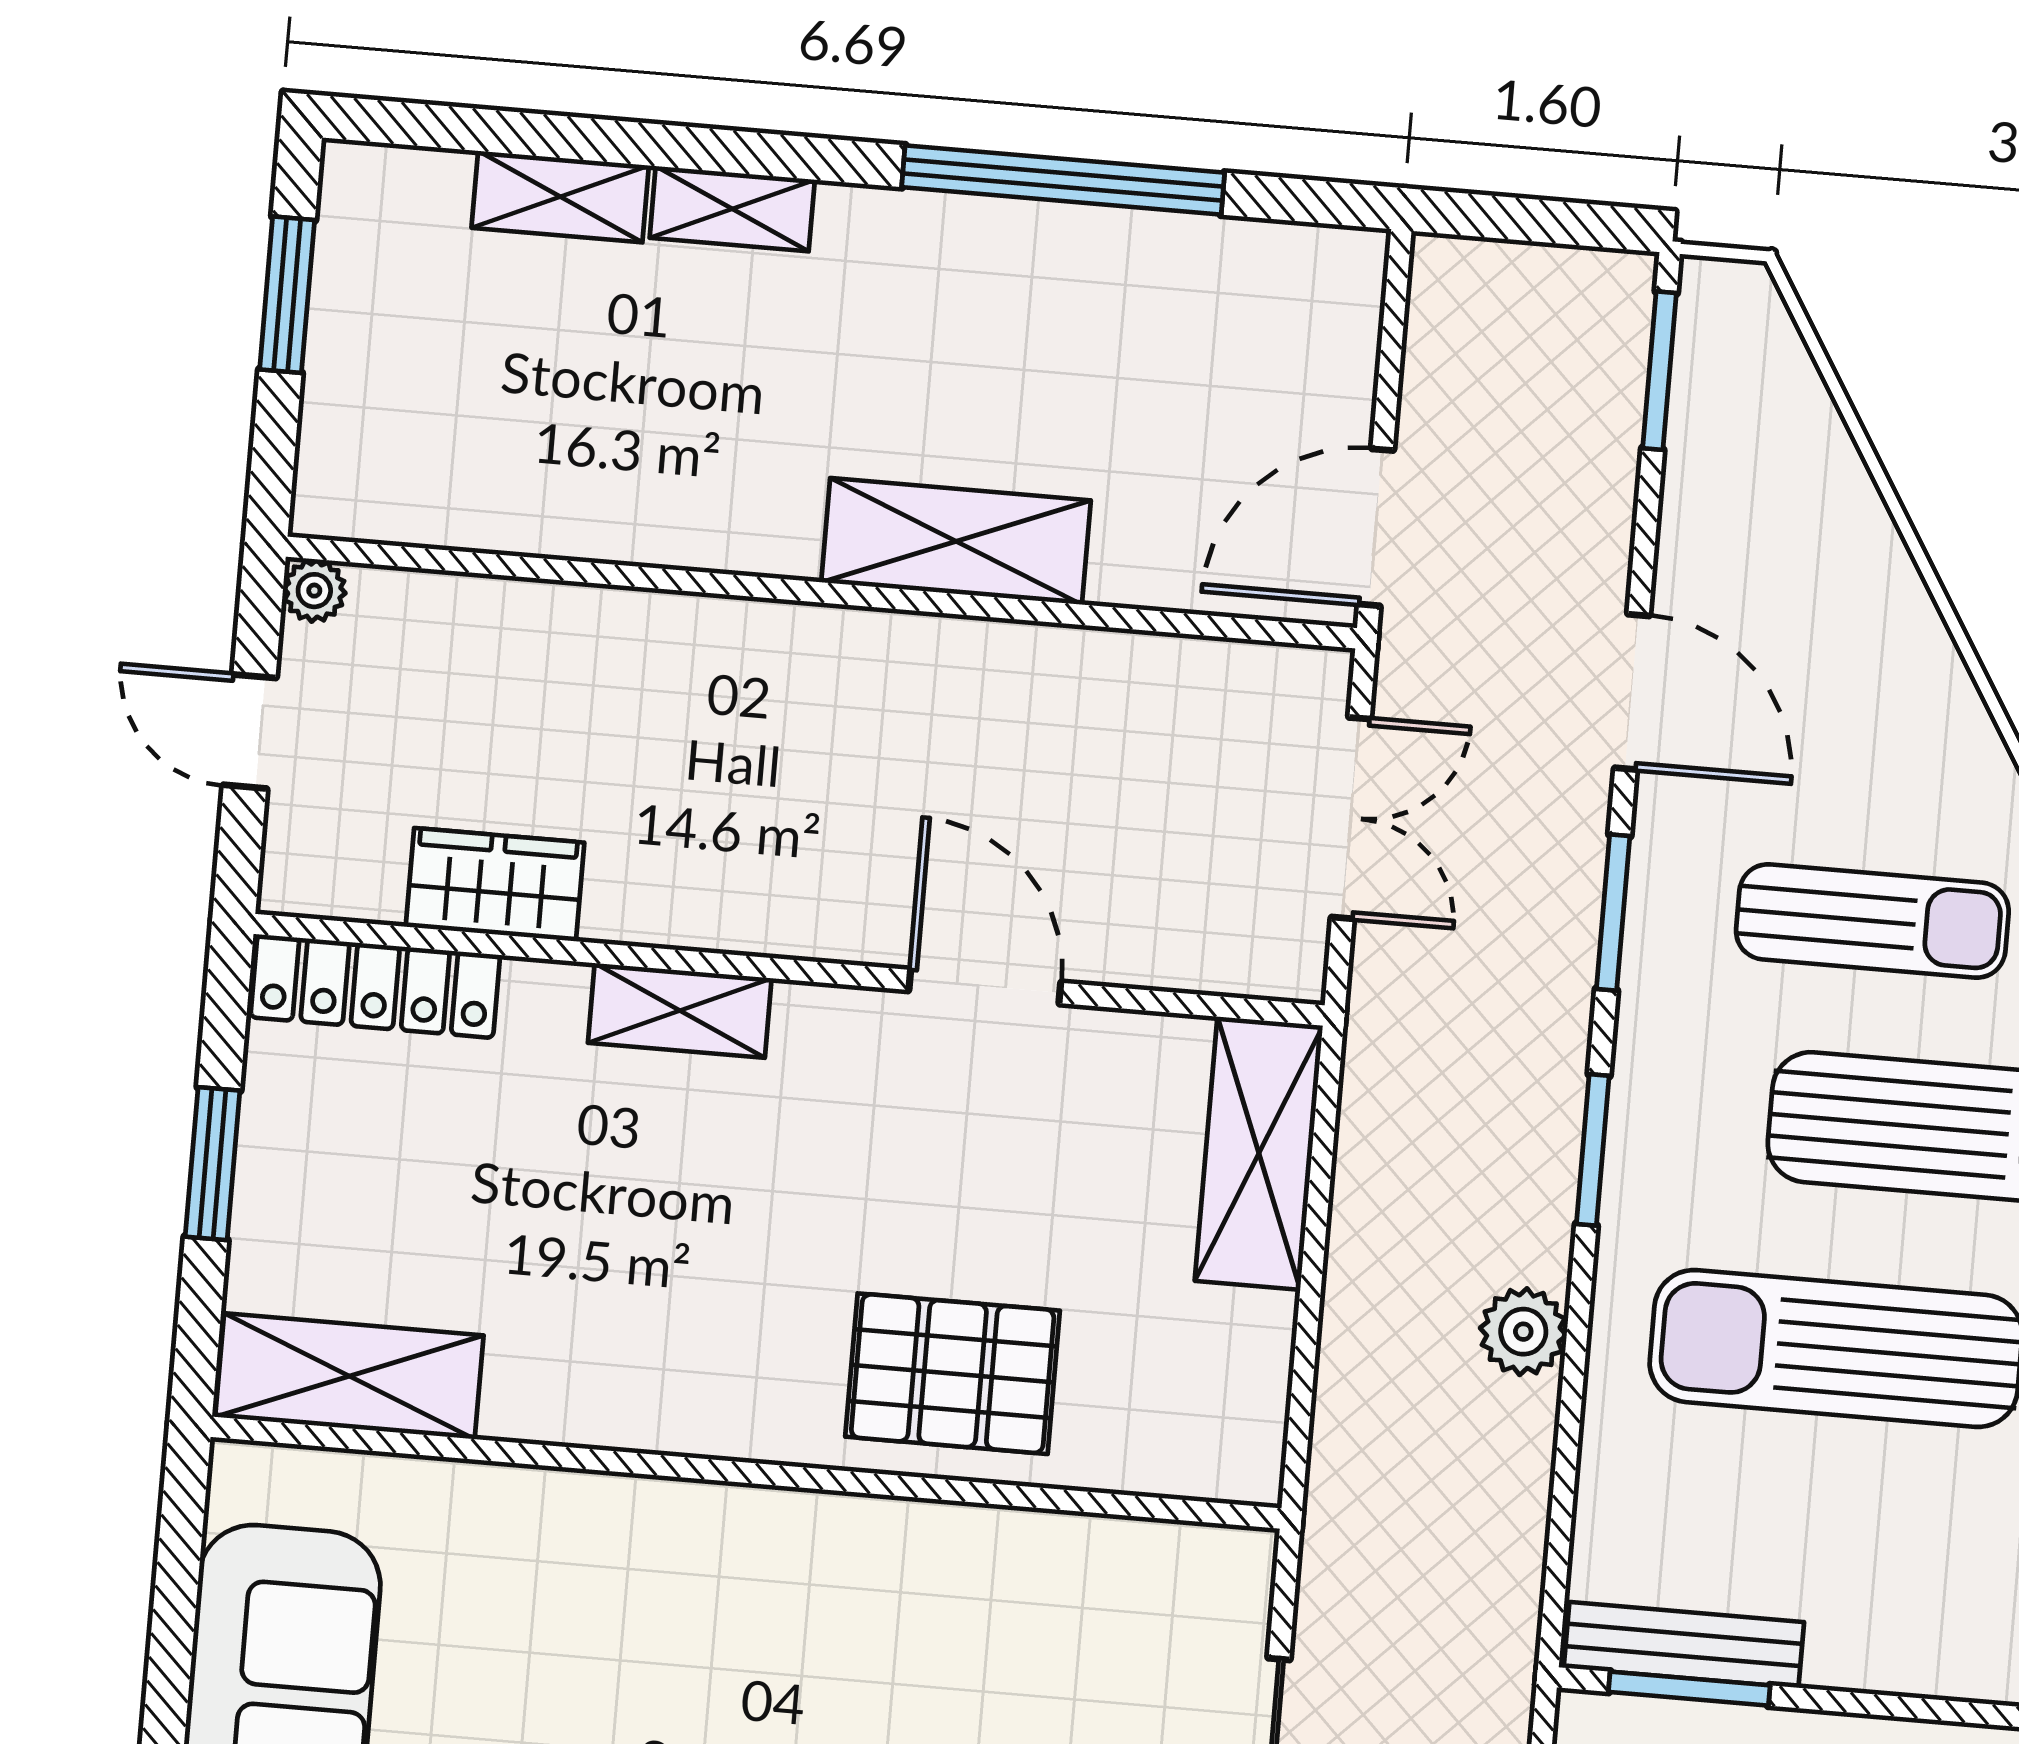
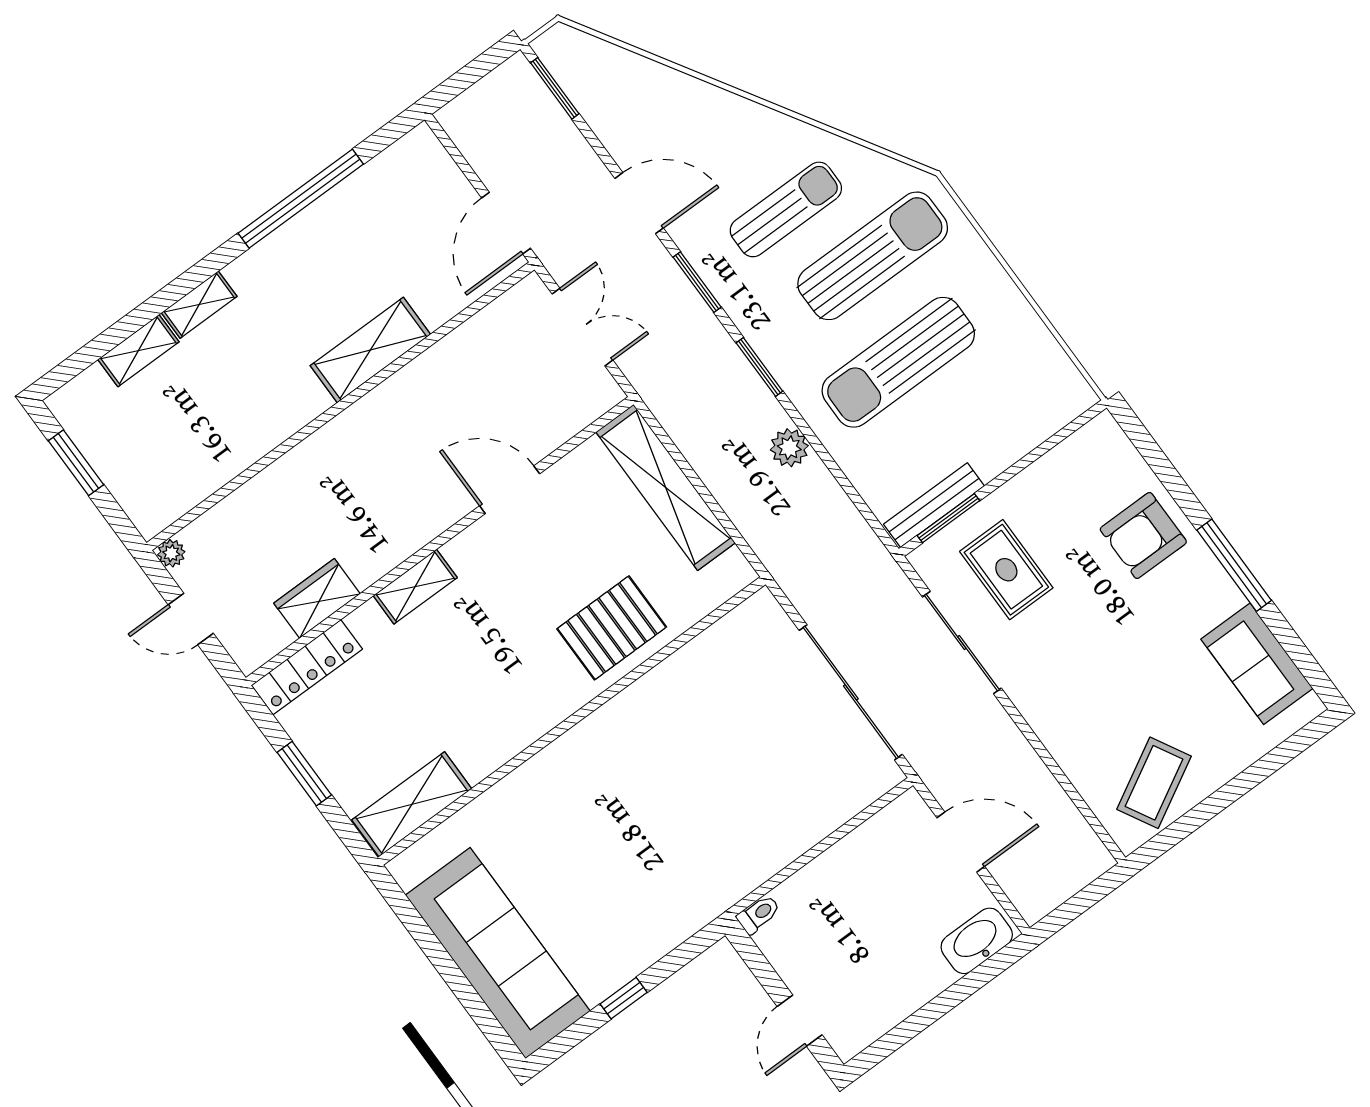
shelving: (1259, 1153) -> (666, 487), width x1.47

